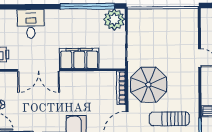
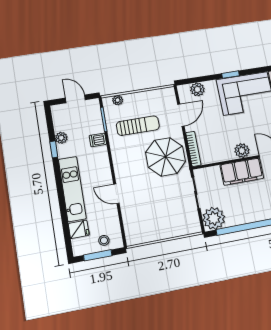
plant: (75, 79) -> (242, 151), added

